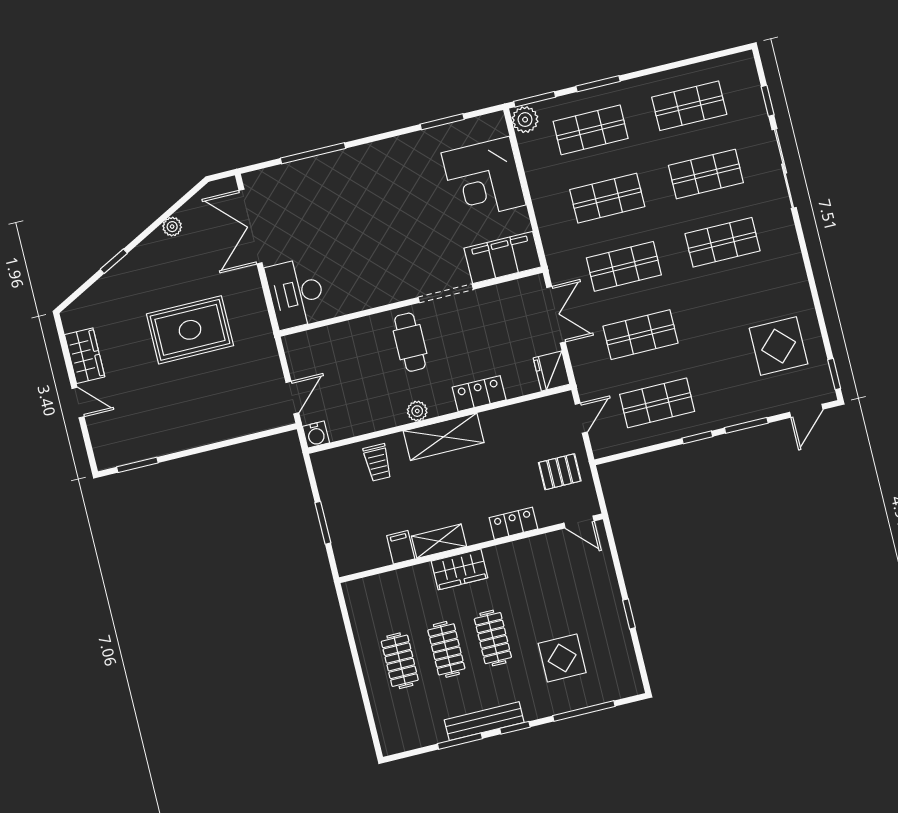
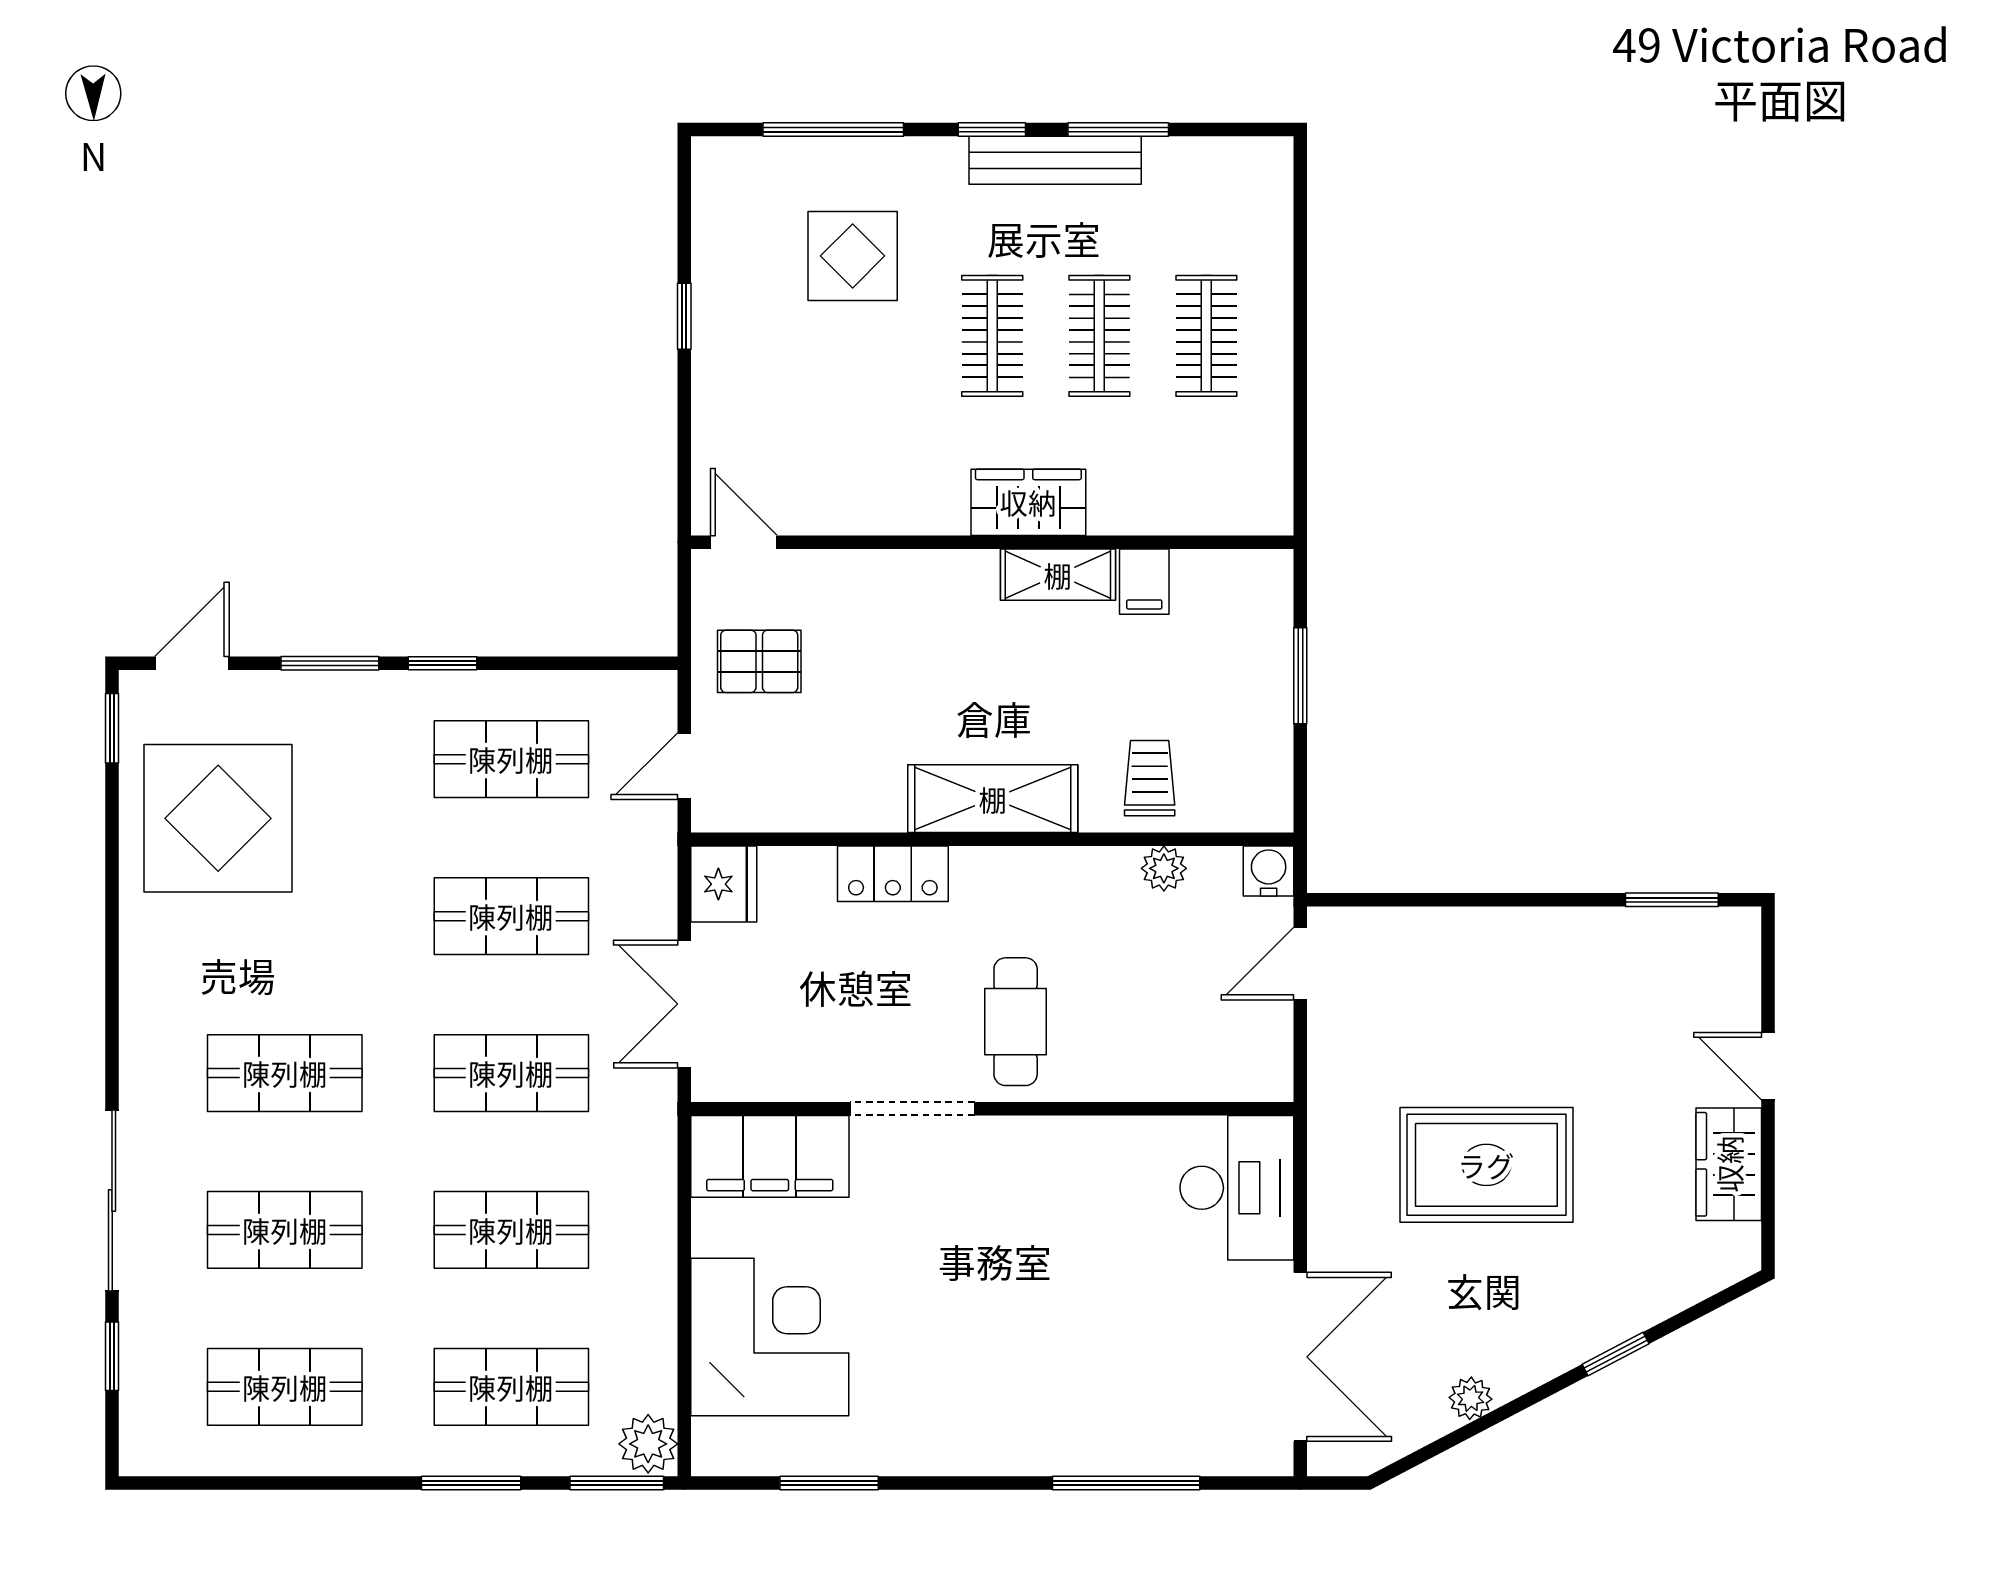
display table: (779, 346) -> (218, 818), width x1.36, depth x1.36
plant: (417, 411) -> (1164, 868), moved
locker: (513, 523) -> (887, 574), removed

